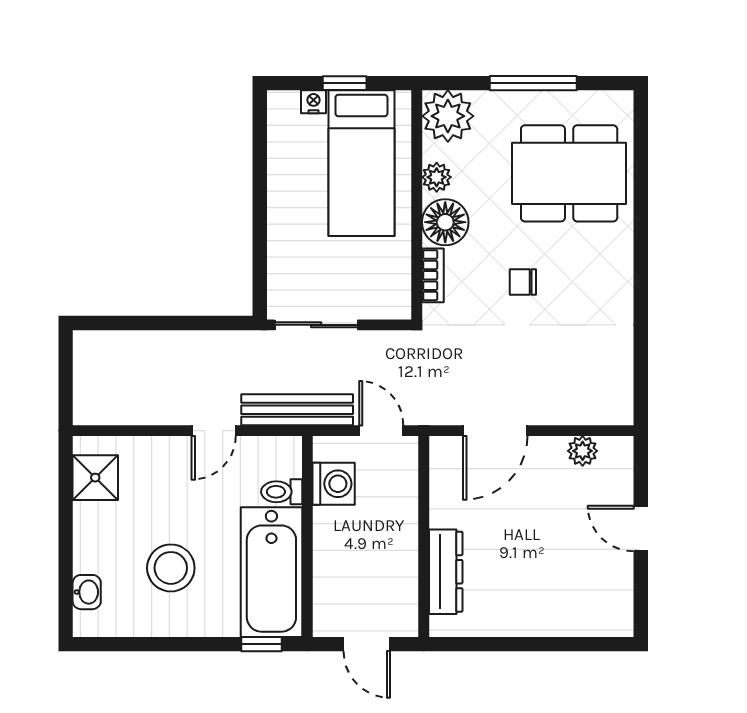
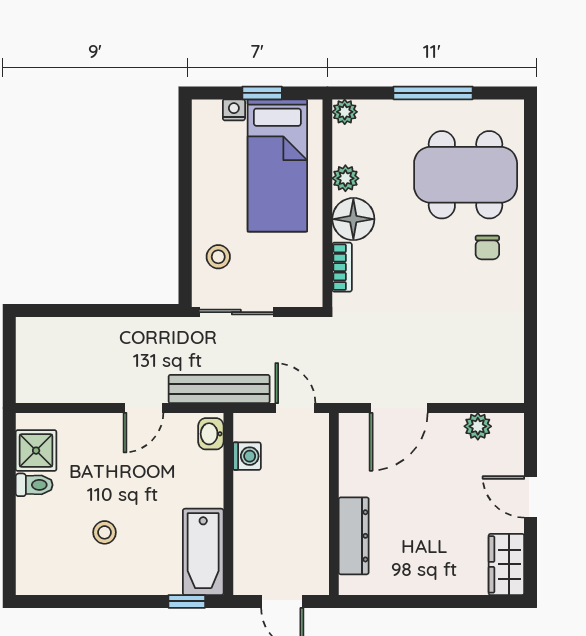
plant: (448, 116) -> (345, 112), width x0.53, depth x0.53
stool: (296, 264) -> (218, 257), added
chair: (523, 282) -> (487, 248), moved, turned -90
washing machine: (334, 484) -> (247, 456), width x0.73, depth x0.73
toilet: (282, 492) -> (34, 485), moved, turned 180
stool: (171, 568) -> (105, 532), width x0.53, depth x0.53
bathtub: (271, 572) -> (203, 552), width x0.73, depth x0.73
washbasin: (87, 592) -> (211, 434), moved, turned 180
wardrobe: (614, 603) -> (506, 564), added

